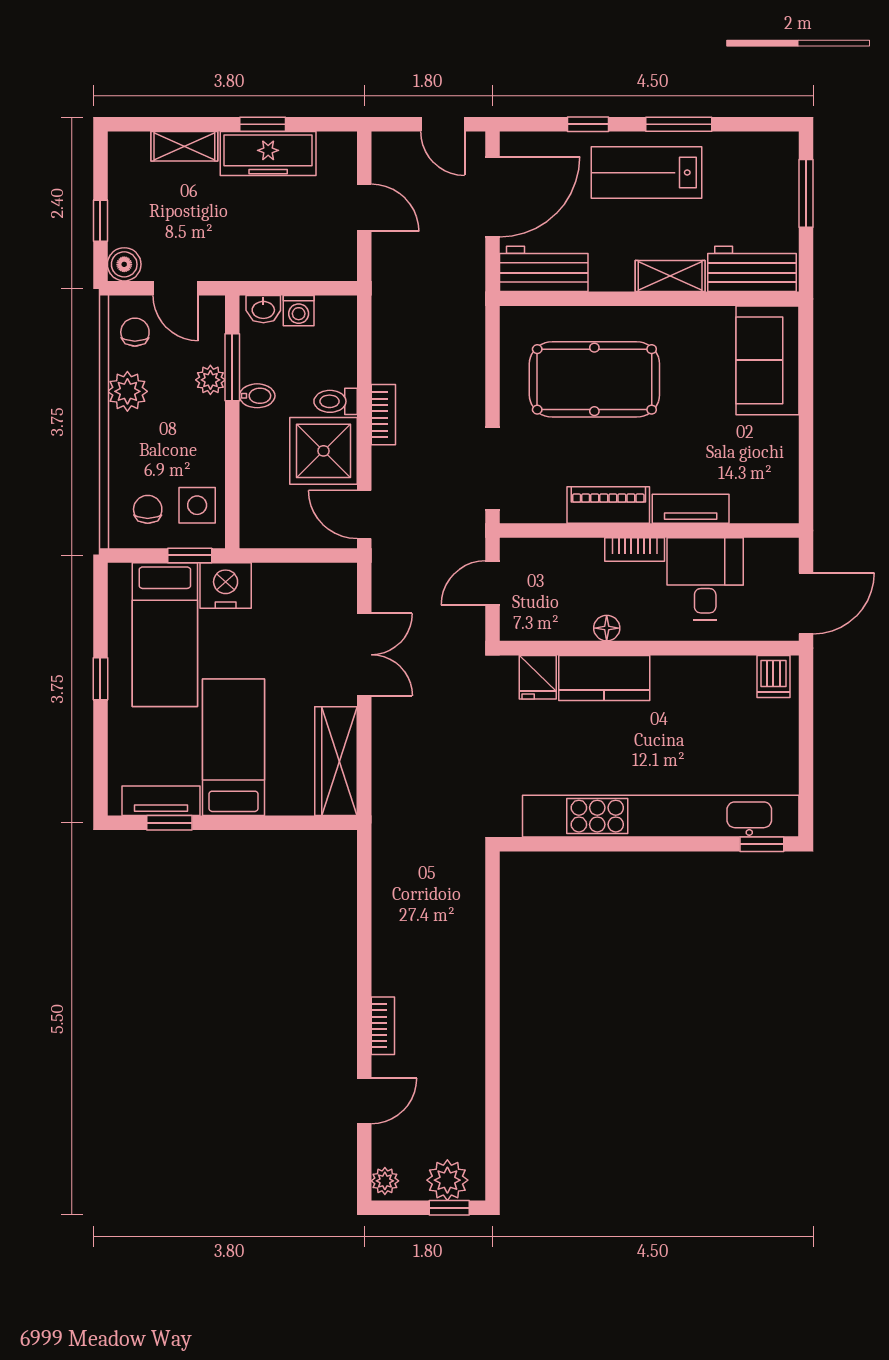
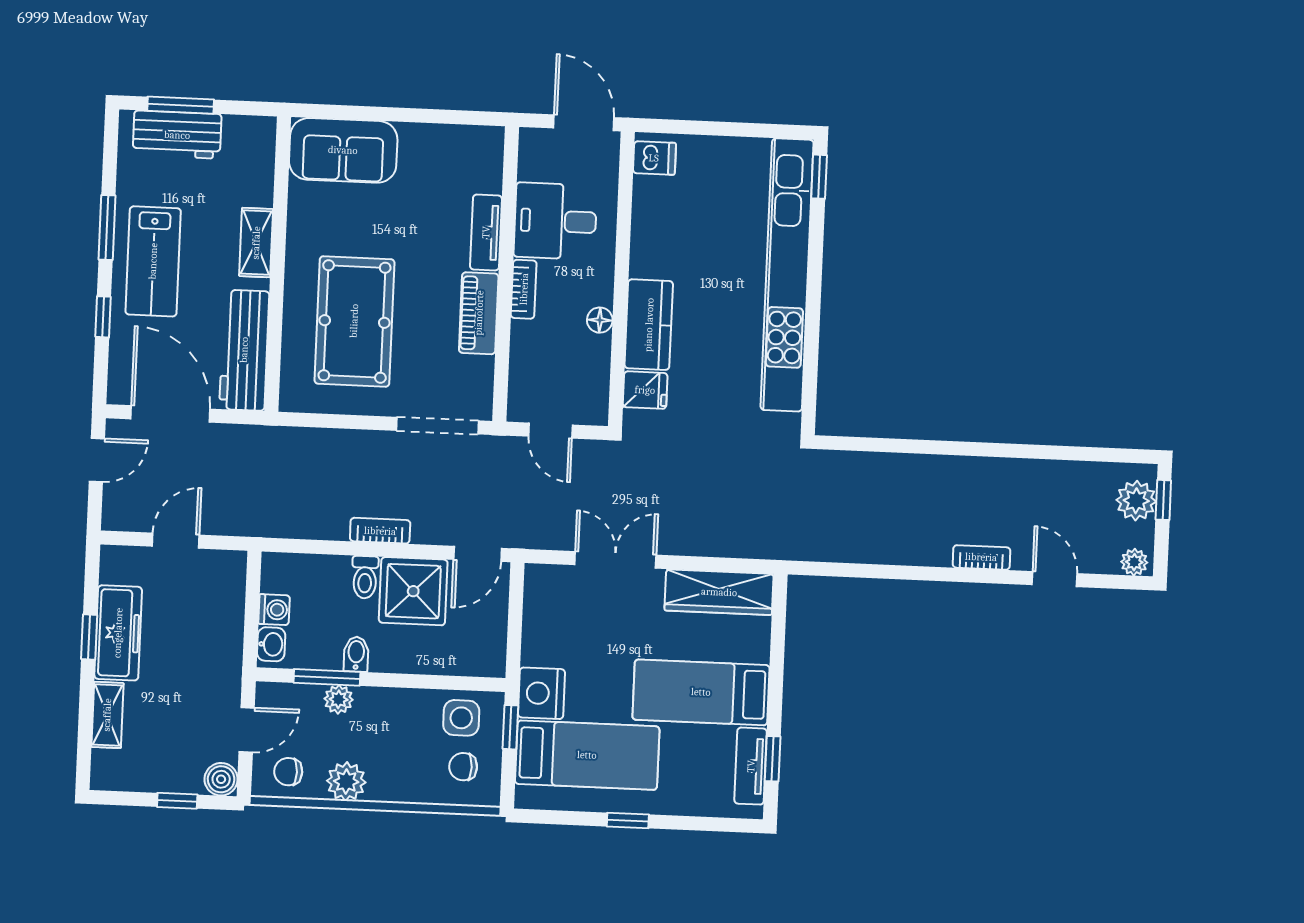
workbench: (544, 269) -> (244, 350), width x1.37
workbench: (752, 269) -> (177, 135), moved, turned -90

